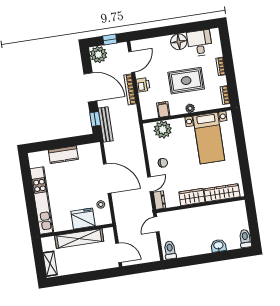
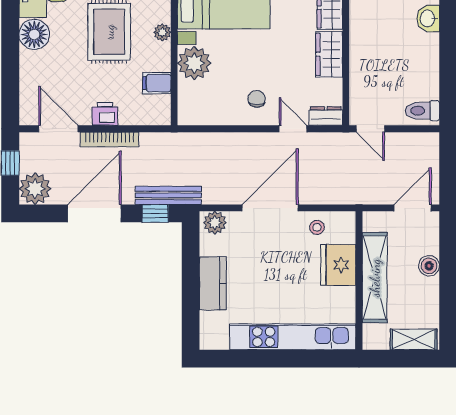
plant: (163, 130) -> (194, 63), moved
plant: (95, 151) -> (215, 223), added
boiler: (90, 266) -> (429, 266), added

